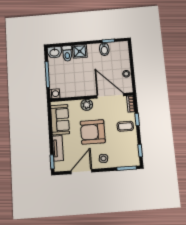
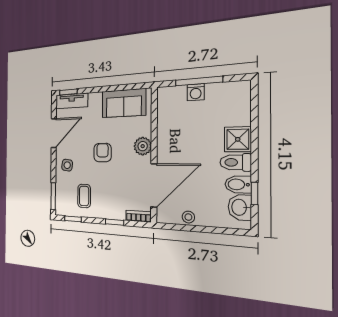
washbasin: (54, 52) -> (240, 207), moved
toilet: (67, 53) -> (235, 162), moved
washing machine: (55, 94) -> (196, 92), moved
coffee table: (125, 126) -> (84, 196), moved
armchair: (93, 132) -> (103, 153), width x0.53, depth x0.53
tv unit: (58, 148) -> (72, 101), moved
door: (81, 172) -> (54, 133), hinge flipped

